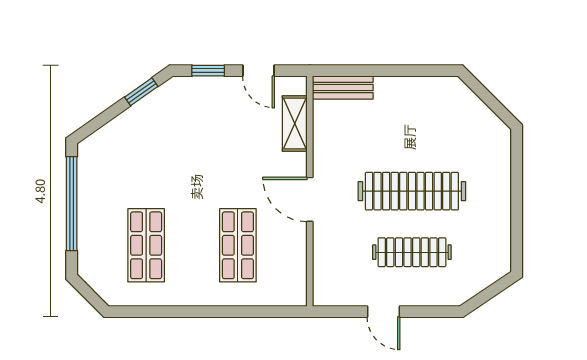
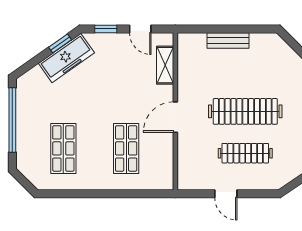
bench: (343, 88) -> (228, 40), moved
freezer: (151, 113) -> (66, 58), added
door: (310, 199) -> (175, 117), hinge flipped

